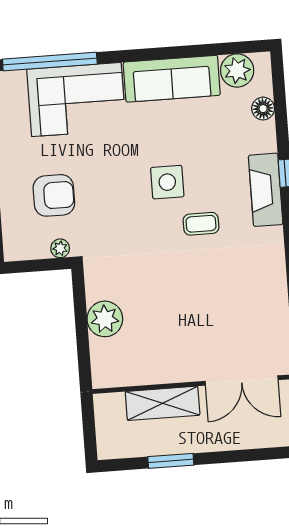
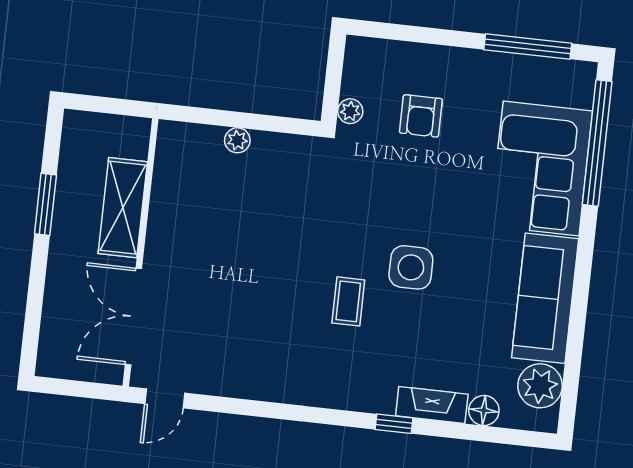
fireplace: (266, 190) -> (432, 405), moved, width x0.73, depth x0.76
armchair: (54, 195) -> (421, 116), width x0.72, depth x0.72
plant: (105, 319) -> (237, 140), width x0.53, depth x0.53

